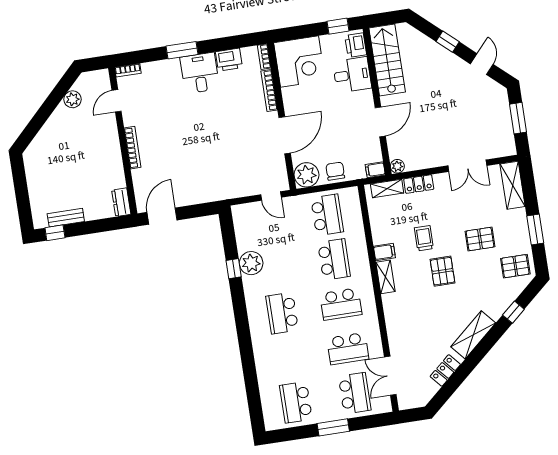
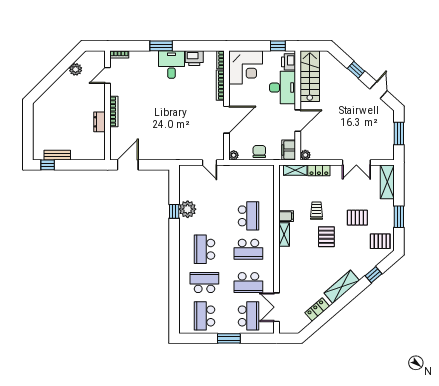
desk: (352, 75) -> (283, 88), width x1.37
filing cabinet: (375, 170) -> (289, 150), width x2.00
plant: (306, 175) -> (234, 155), width x0.53, depth x0.53
dresser: (121, 202) -> (100, 122), moved
school desk: (327, 215) -> (204, 283), moved, turned -90

